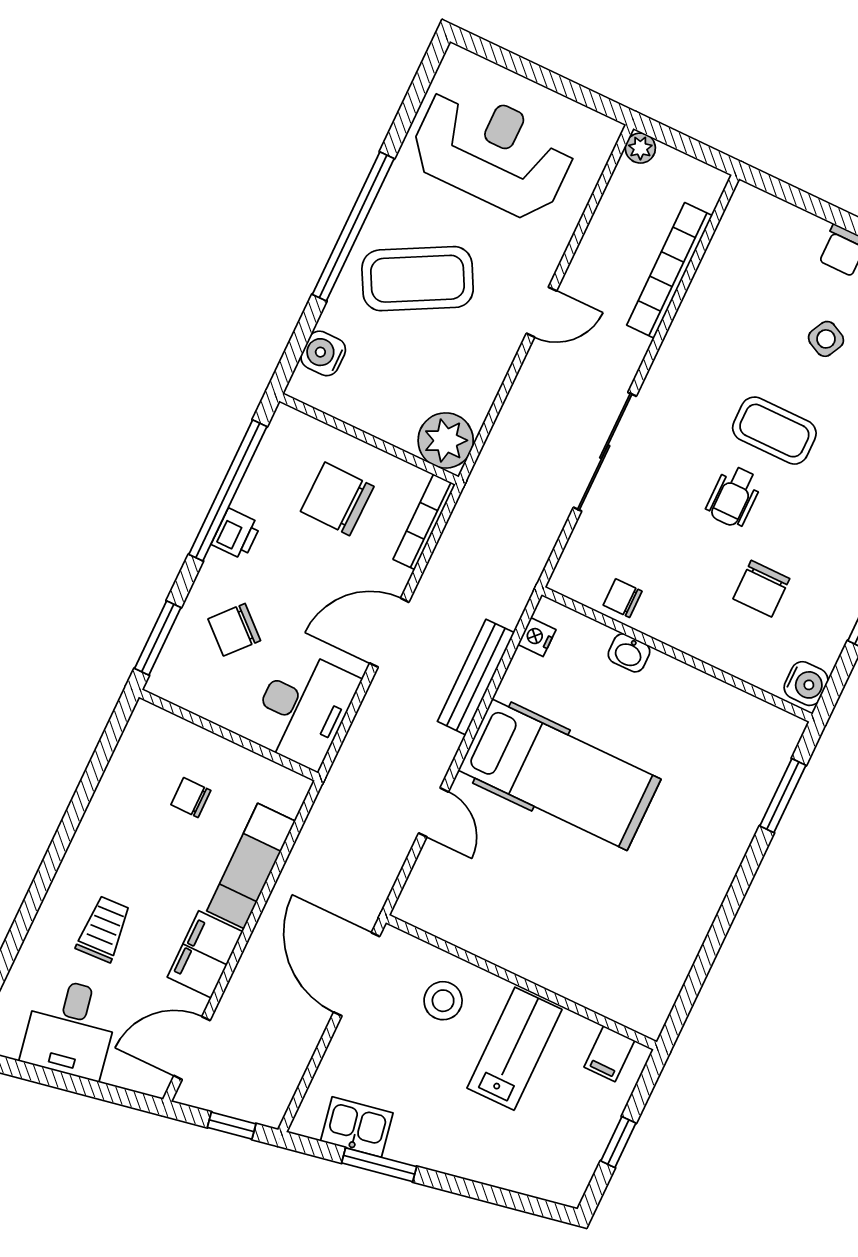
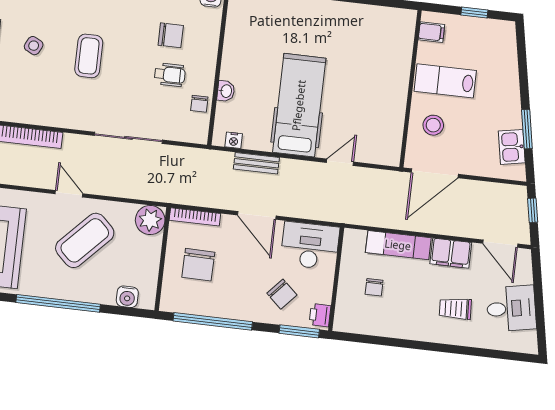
coffee table: (418, 279) -> (85, 240), moved, turned 72
wheelchair: (734, 496) -> (170, 75), moved
printer: (236, 534) -> (320, 315), moved, turned -90
bench: (476, 677) -> (256, 163), width x0.73

